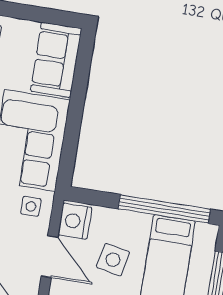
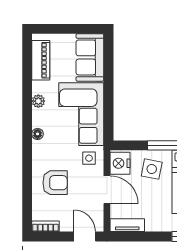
side table: (113, 260) -> (152, 169), moved

